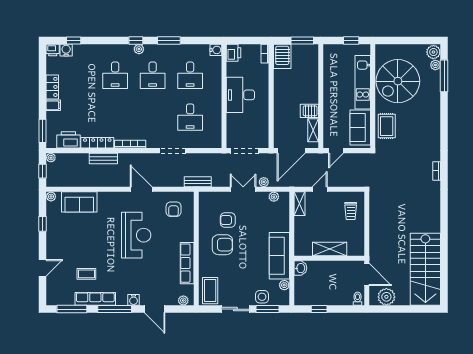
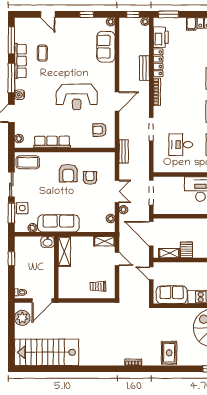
rug: (387, 126) -> (169, 353), moved, turned 90
shelving: (330, 249) -> (64, 252), moved

